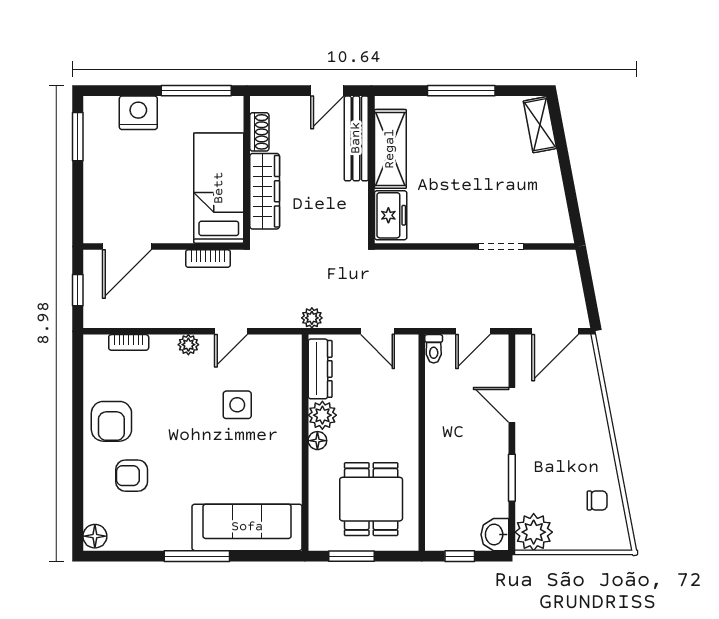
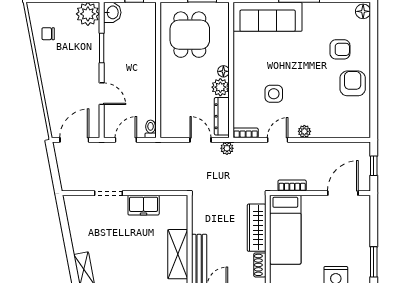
freezer: (391, 215) -> (144, 205), moved, turned -90
door: (378, 331) -> (200, 140), moved
bookcase: (129, 342) -> (246, 133), moved

